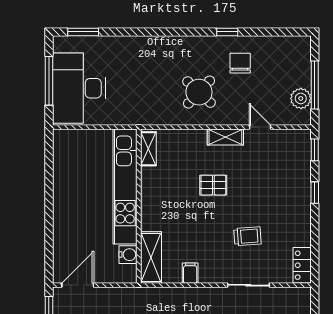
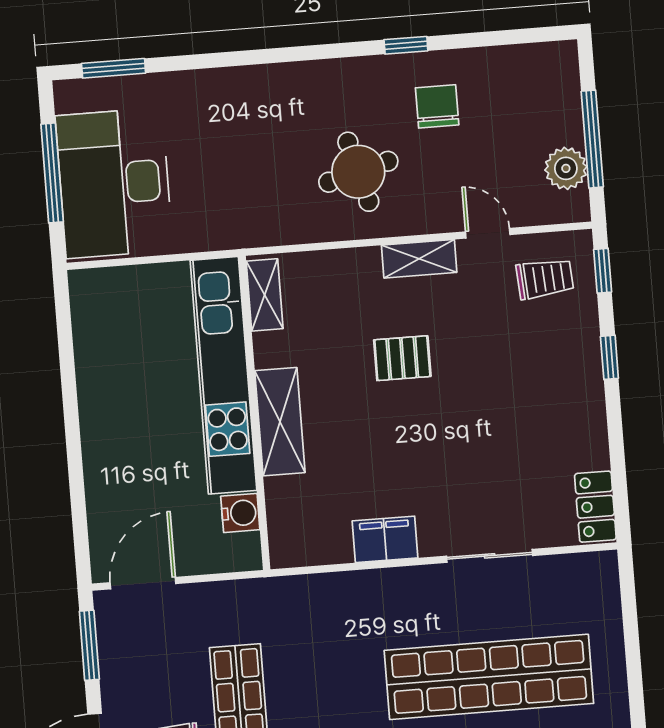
round table: (199, 92) -> (358, 172), turned 32
trolley: (247, 236) -> (545, 279), moved
shelving: (151, 257) -> (280, 422), moved
filing cabinet: (190, 273) -> (385, 539), width x2.00

